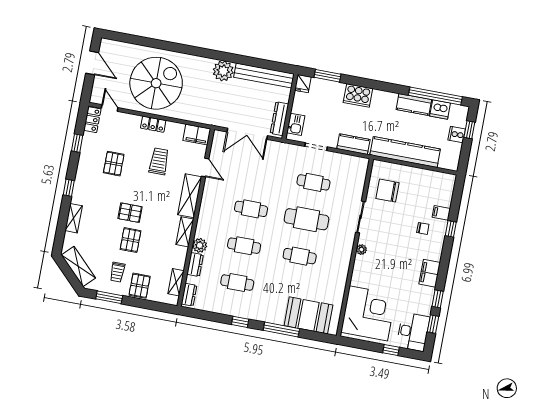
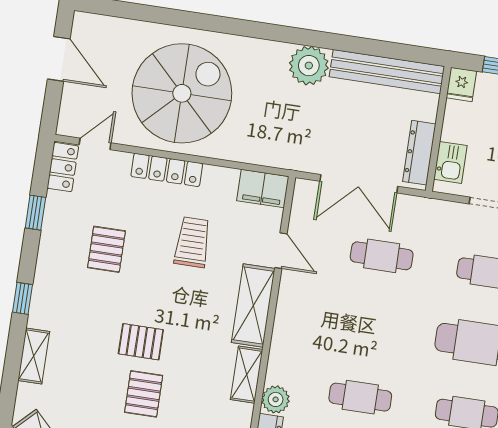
door: (110, 108) -> (95, 144), hinge flipped
locker: (153, 124) -> (167, 170), width x1.53
cafe table: (251, 209) -> (382, 256), moved

